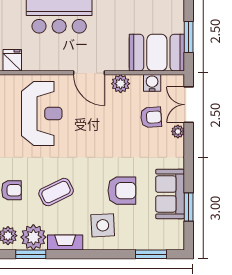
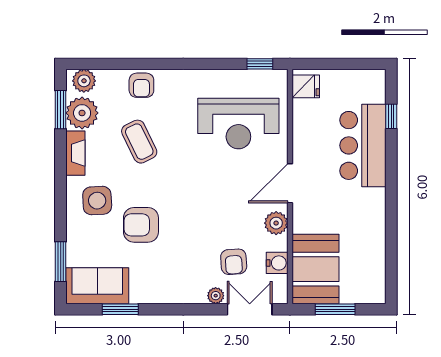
armchair: (122, 191) -> (141, 225), turned 90
sofa: (170, 194) -> (97, 286), moved

